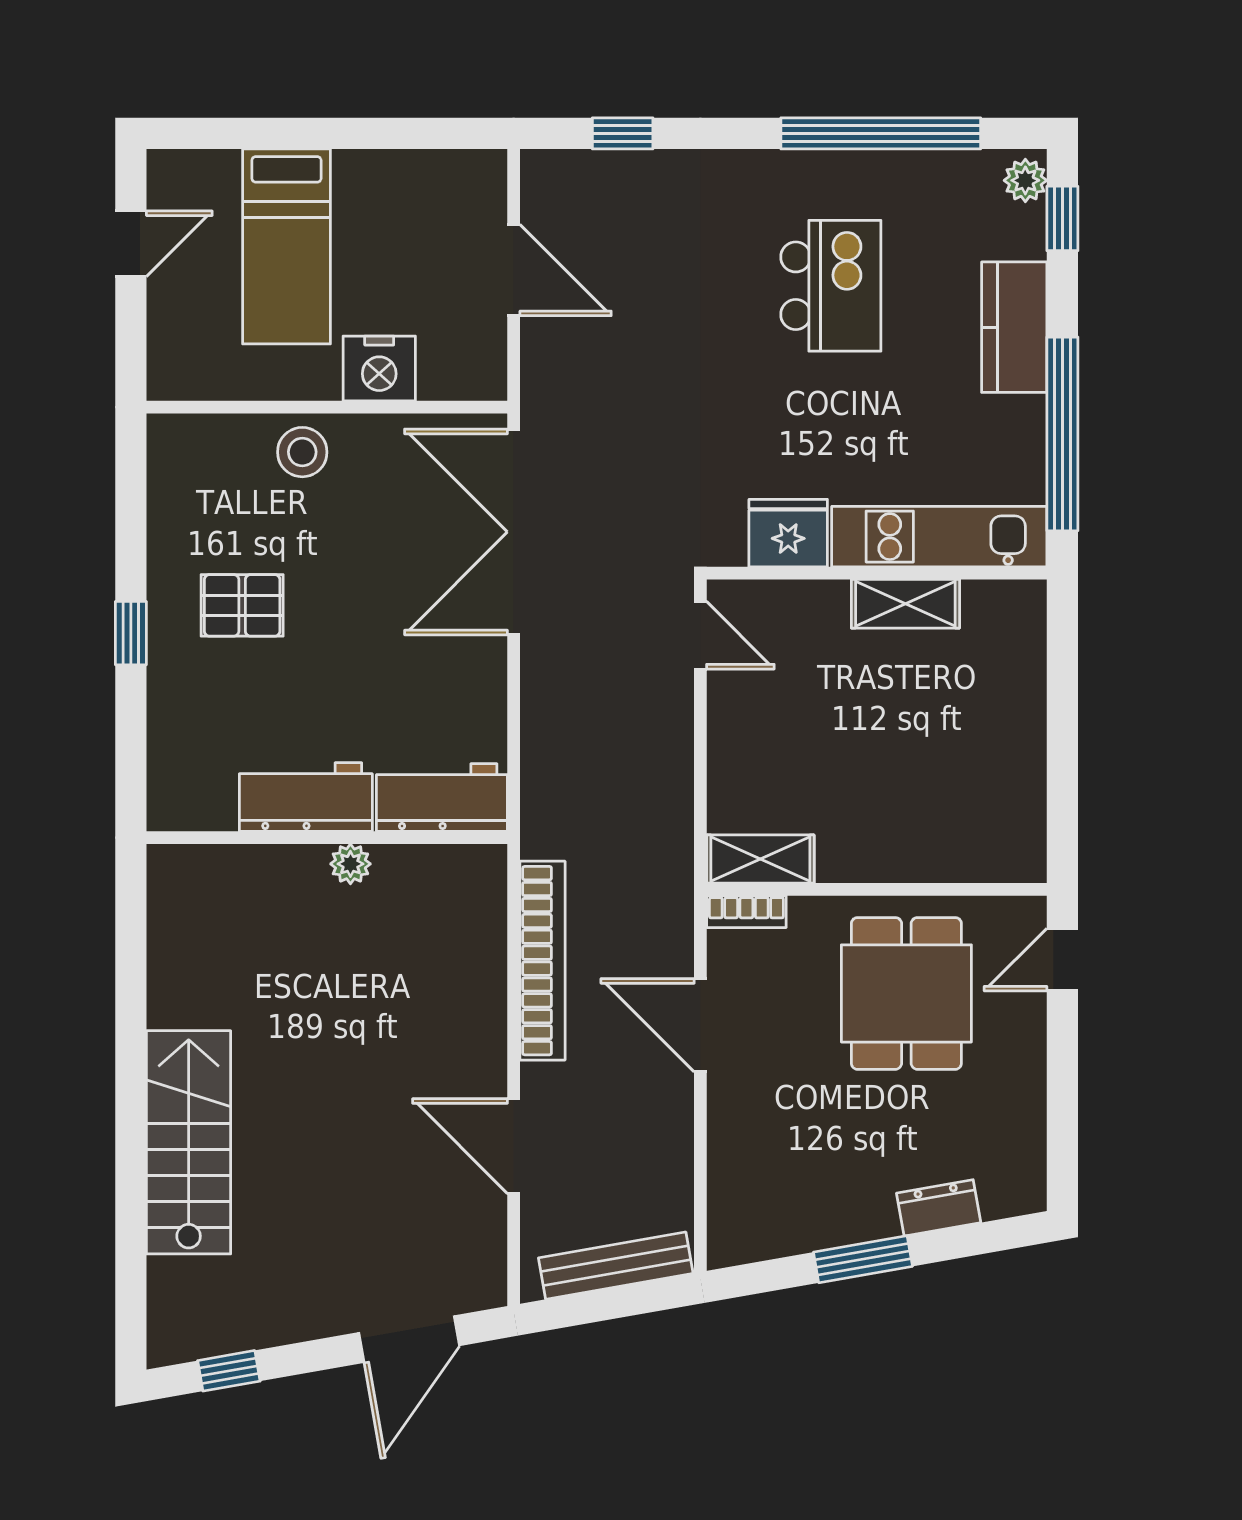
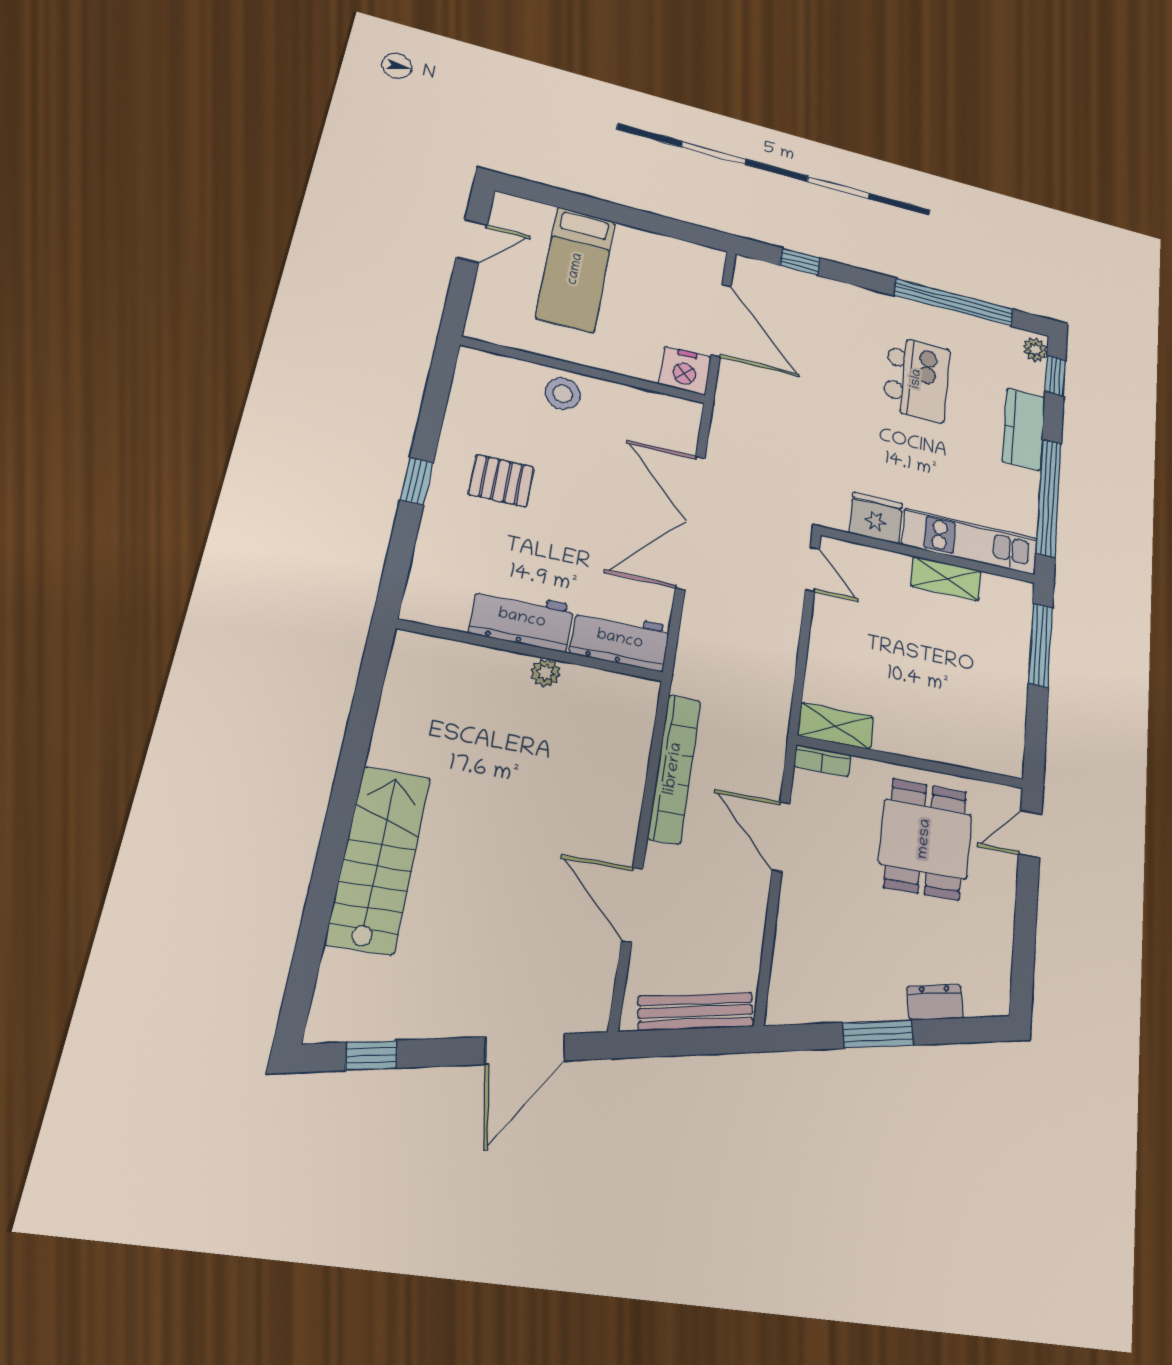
door: (514, 270) -> (721, 320), width x1.36
nightstand: (379, 368) -> (685, 371), moved
double door: (514, 532) -> (690, 522), moved
window: (1062, 676) -> (1041, 645), added

